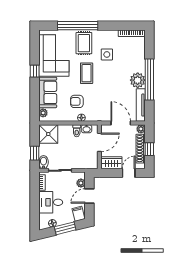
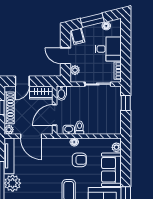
shower: (48, 134) -> (111, 124), removed
bidet: (43, 162) -> (61, 93), moved
door: (89, 196) -> (66, 56), swing flipped

